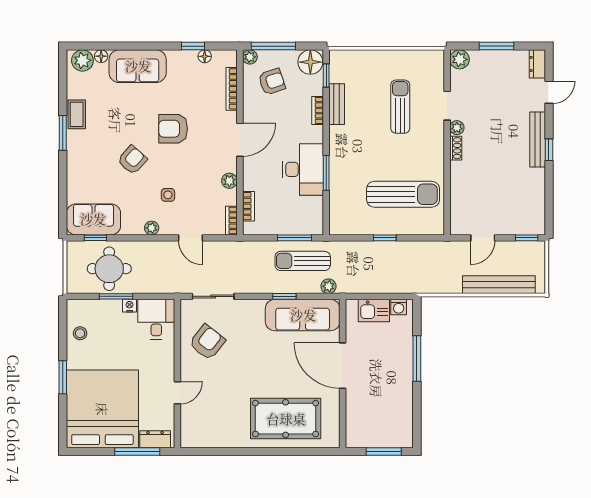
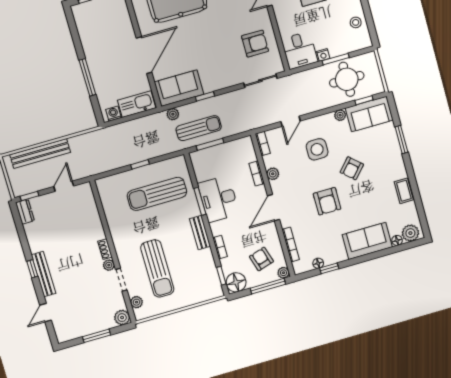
dresser: (537, 64) -> (25, 212), moved
plant: (437, 73) -> (136, 302), added
armchair: (272, 82) -> (261, 259), turned 91
bench: (337, 104) -> (200, 232), moved
sun lounger: (400, 107) -> (157, 268), width x1.36, depth x1.34
armchair: (173, 129) -> (327, 201), turned 90
window: (63, 133) -> (401, 139), moved
sun lounger: (403, 194) -> (157, 194), moved
side table: (168, 195) -> (317, 149), width x1.87, depth x1.87
bookcase: (249, 206) -> (257, 173), moved
plant: (152, 228) -> (340, 115), moved
door: (191, 238) -> (291, 121), swing flipped
kitchen sink: (374, 310) -> (137, 104), width x1.38
sofa: (303, 315) -> (179, 88), width x0.73
armchair: (207, 342) -> (255, 44), turned -128
door: (343, 366) -> (144, 55), hinge flipped

